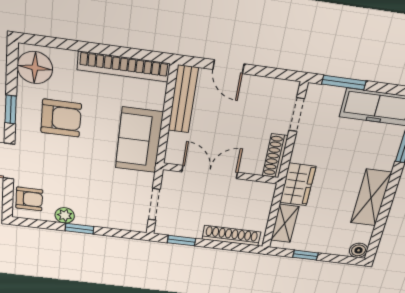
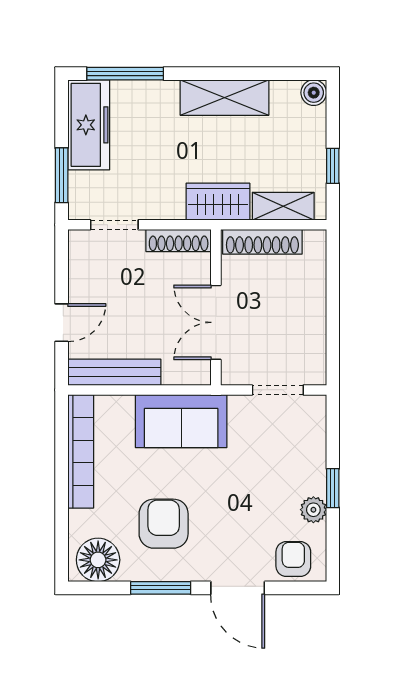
window: (11, 110) -> (161, 588), width x1.50
shoe rack: (231, 236) -> (262, 242), moved, turned -90
window: (181, 241) -> (333, 345), removed

